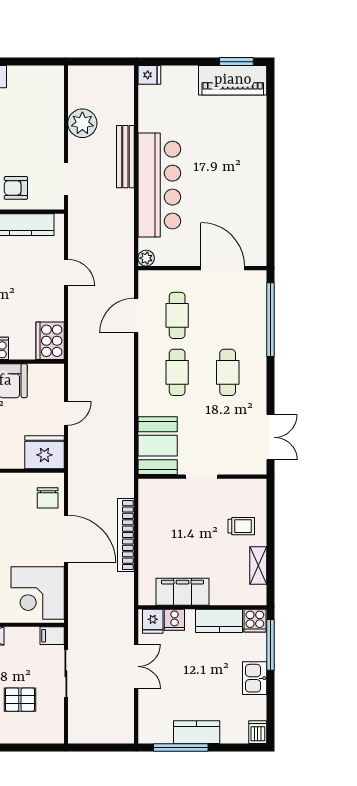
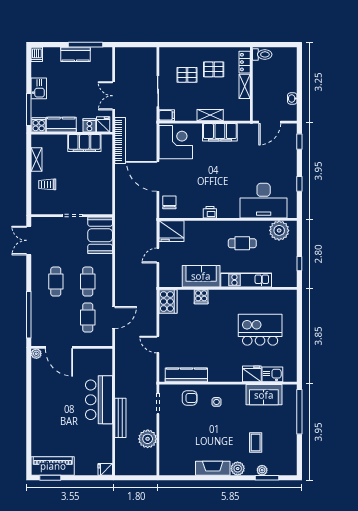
bar counter: (159, 185) -> (99, 400), width x0.73
plant: (146, 258) -> (36, 354), moved
bookcase: (126, 535) -> (120, 140), moved

